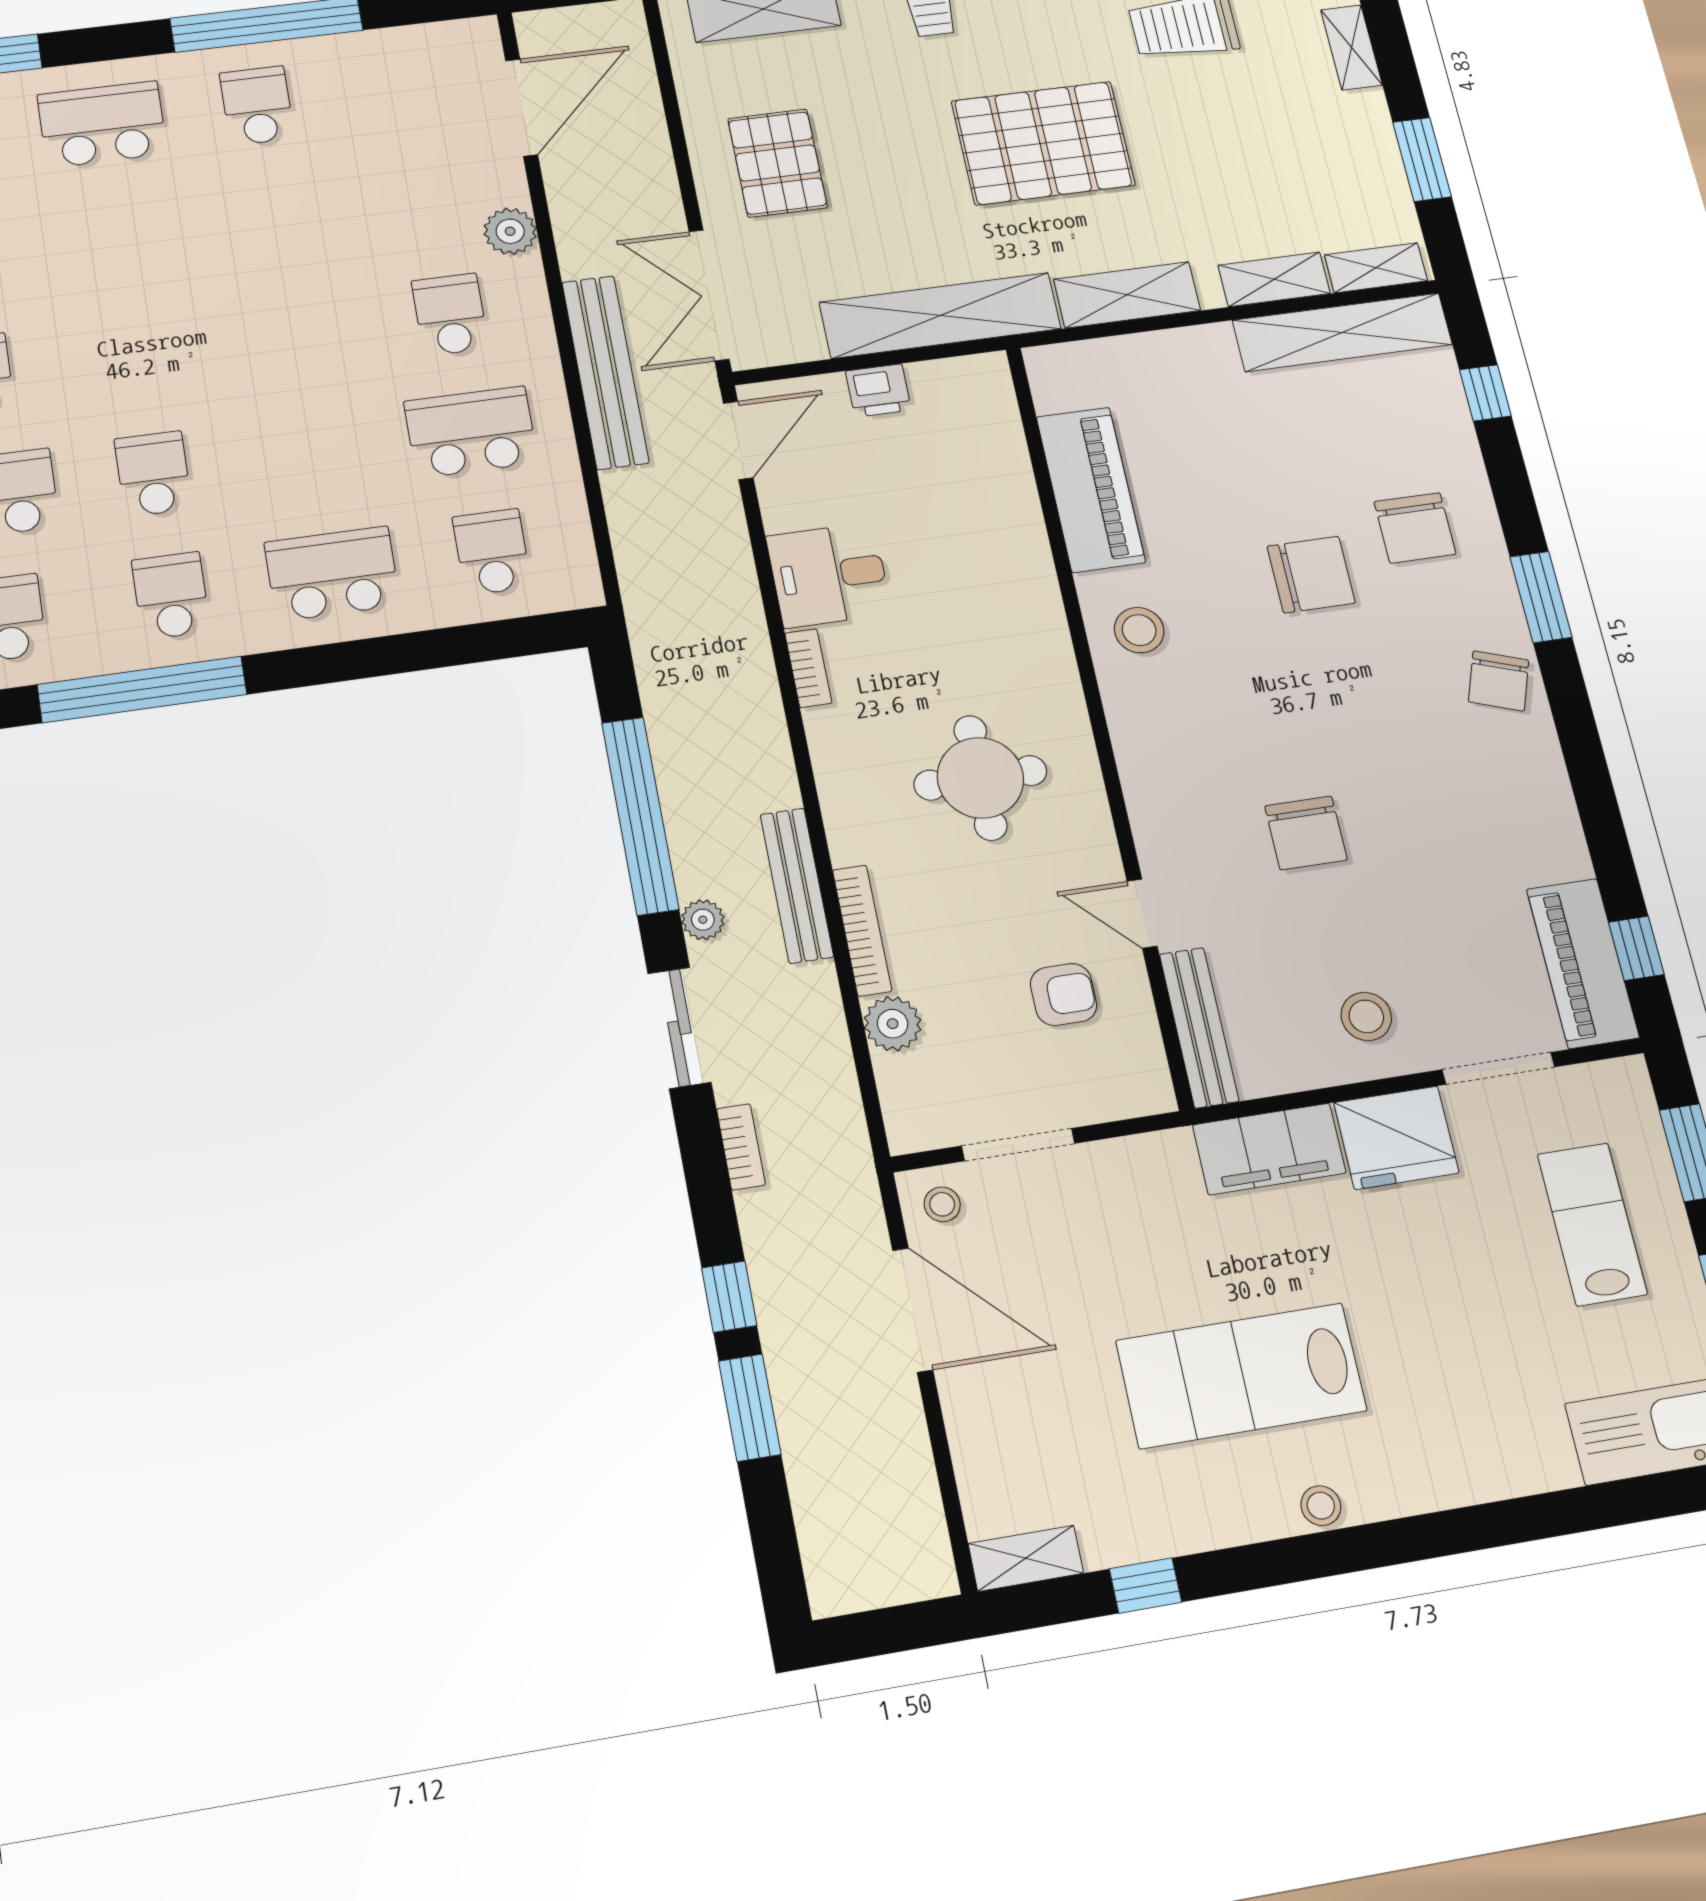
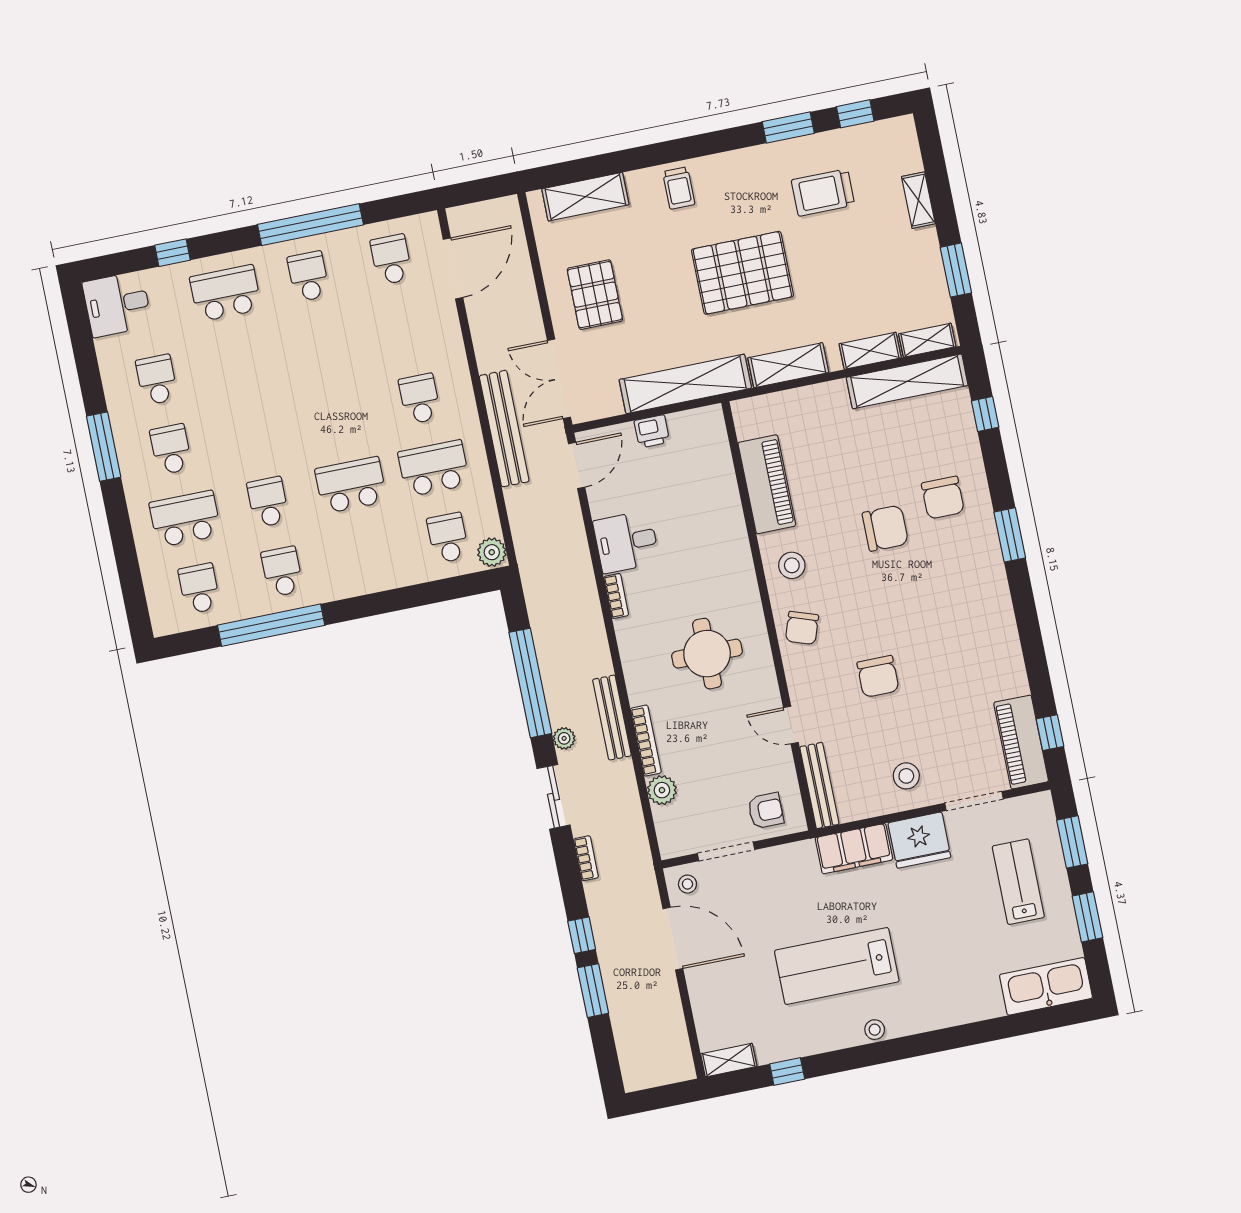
school desk: (410, 87) -> (391, 260), added
plant: (510, 231) -> (492, 552), moved
school desk: (332, 574) -> (351, 485), moved
chair: (1499, 681) -> (802, 628), moved
armchair: (1064, 995) -> (766, 811), moved

